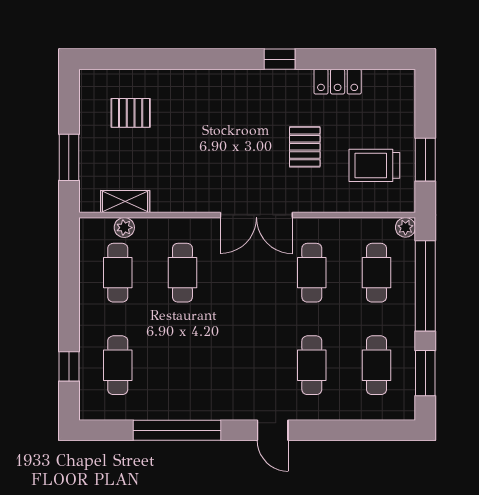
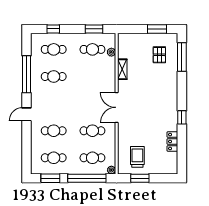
window: (136, 59) -> (182, 57), added
pallet: (305, 147) -> (145, 128), removed
window: (69, 157) -> (157, 29), moved
shelving: (125, 201) -> (122, 69), moved
window: (69, 269) -> (94, 29), added
cafe table: (182, 273) -> (54, 76), moved

